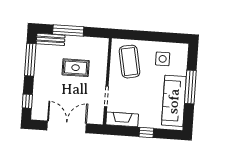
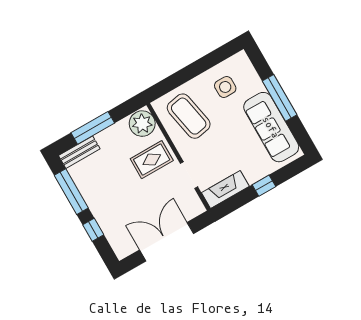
plant: (99, 48) -> (142, 124), added
rug: (76, 68) -> (152, 160), moved
window: (27, 101) -> (93, 230), moved

